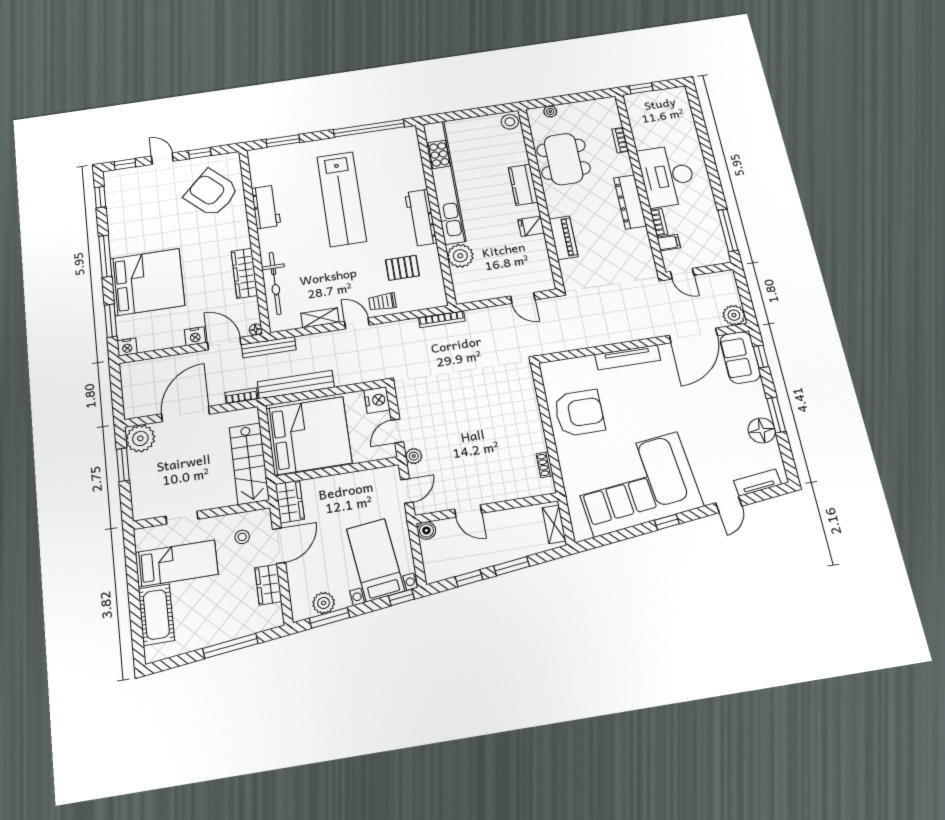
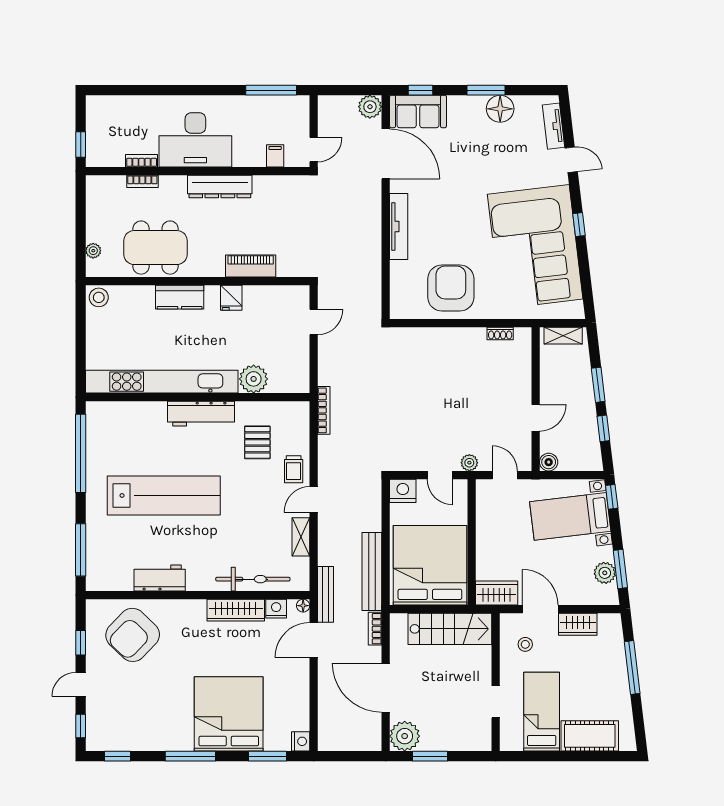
window: (283, 141) -> (81, 550), width x1.44
bookcase: (659, 222) -> (142, 161), moved
nightstand: (195, 336) -> (276, 609), moved, turned -90

